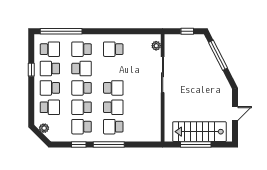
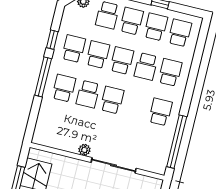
window: (61, 31) -> (177, 142), moved
plant: (156, 46) -> (84, 150), moved
school desk: (50, 49) -> (180, 33), turned 180
school desk: (113, 88) -> (112, 100), turned 180

